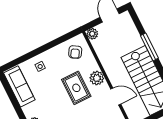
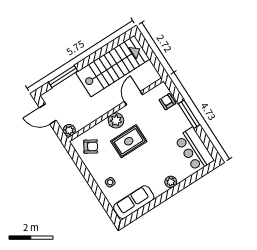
window: (149, 47) -> (63, 77), moved

